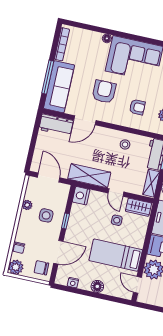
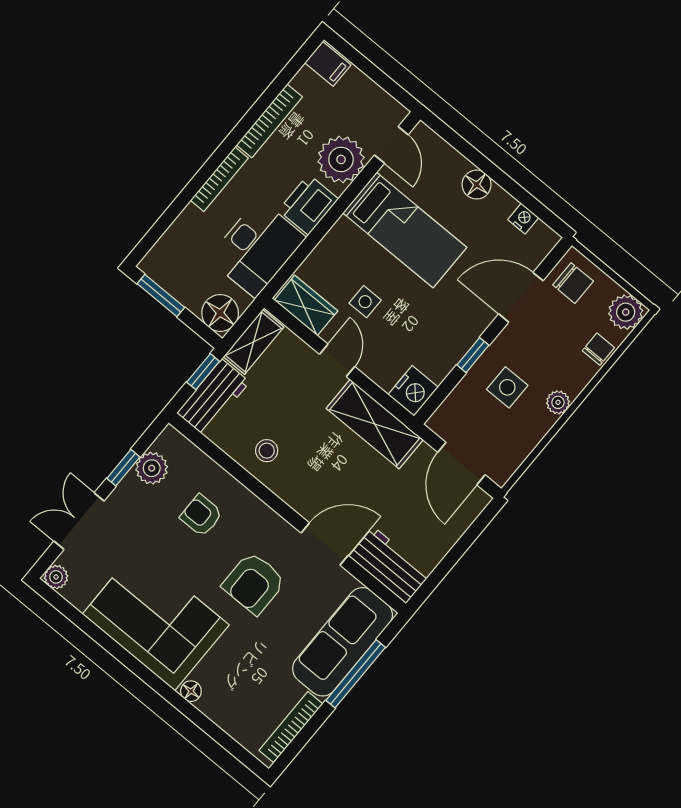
plant: (27, 205) -> (558, 402), moved

